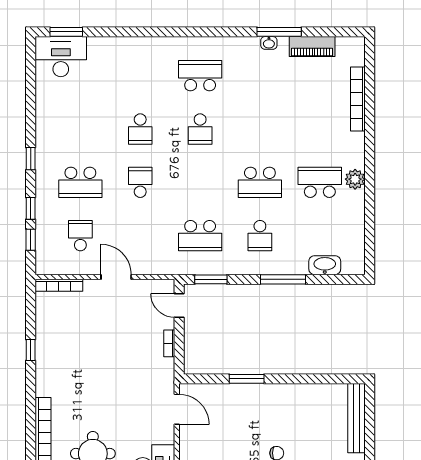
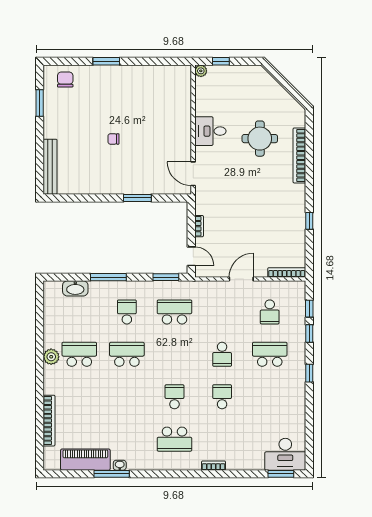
bookcase: (151, 42) -> (213, 466), added
piano: (312, 47) -> (85, 460), width x1.37, depth x1.33
school desk: (320, 182) -> (79, 354), turned 180
door: (116, 277) -> (241, 279), swing flipped

